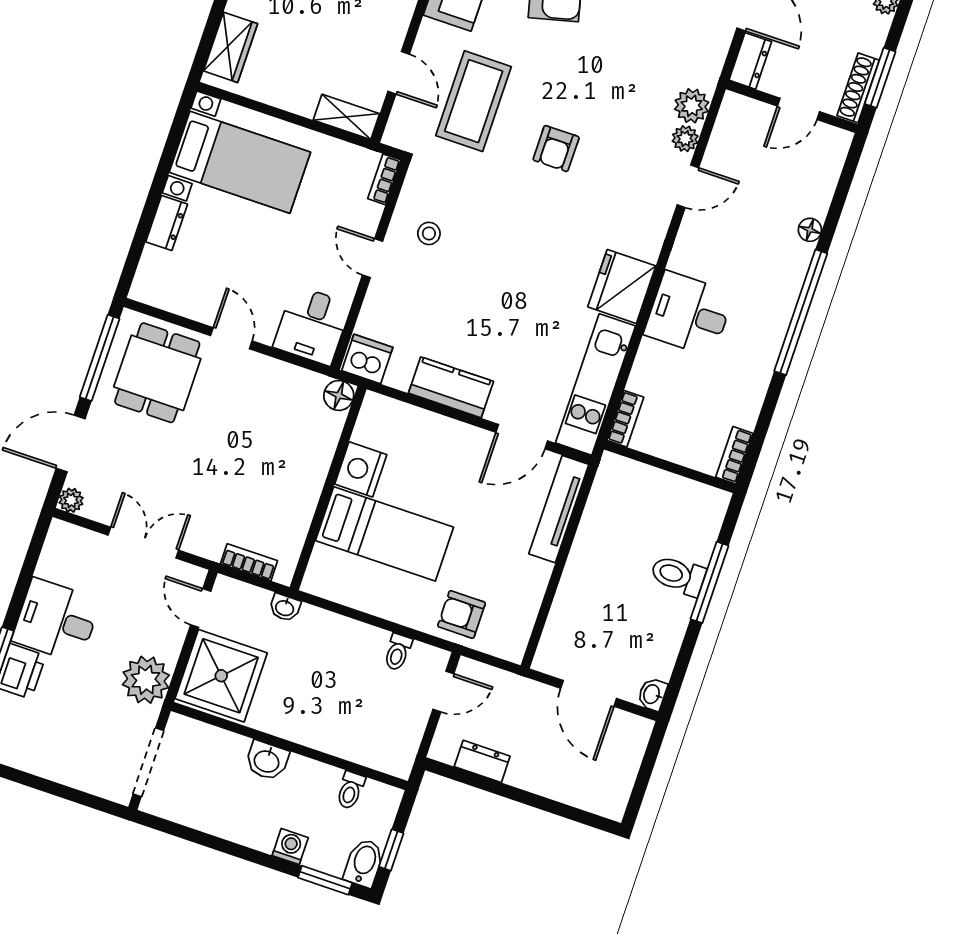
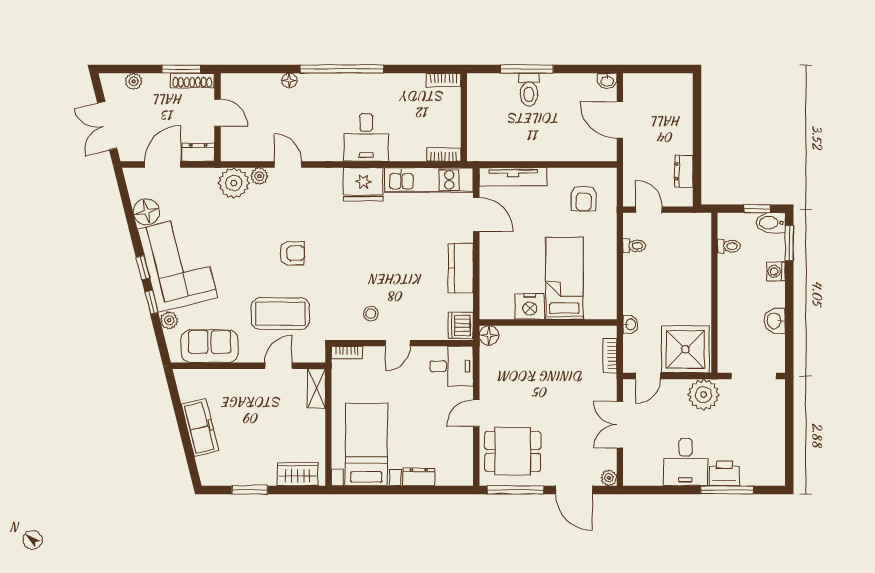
plant: (692, 106) -> (234, 183), width x1.36, depth x1.36
armchair: (462, 615) -> (584, 198), moved
door: (589, 693) -> (620, 120), swing flipped
washbasin: (267, 761) -> (775, 321), moved, turned 180

